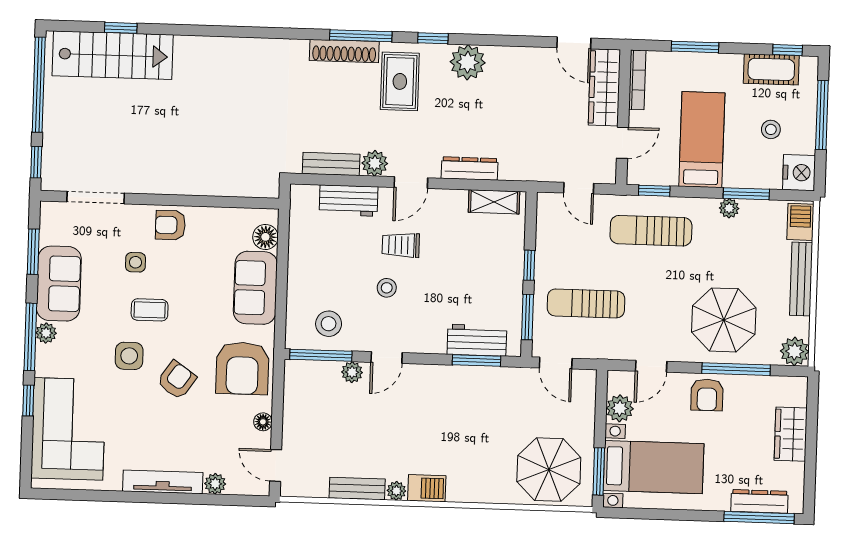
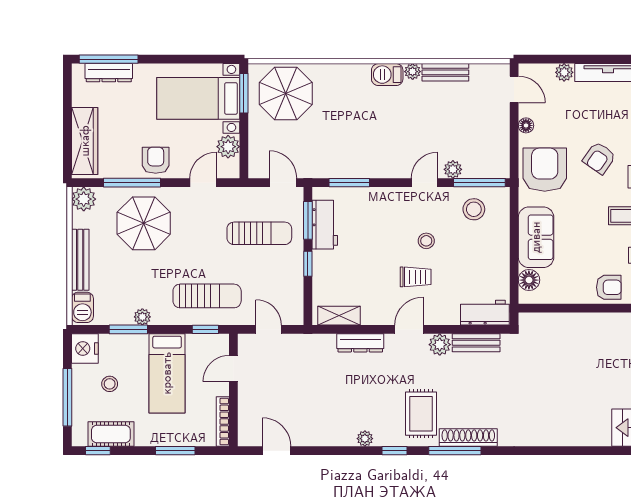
plant: (468, 62) -> (365, 439), width x0.53, depth x0.53
wardrobe: (604, 87) -> (250, 414), removed
workbench: (349, 201) -> (485, 313), moved
workbench: (477, 340) -> (325, 225), moved, turned -90
wardrobe: (791, 434) -> (85, 141), width x1.50

